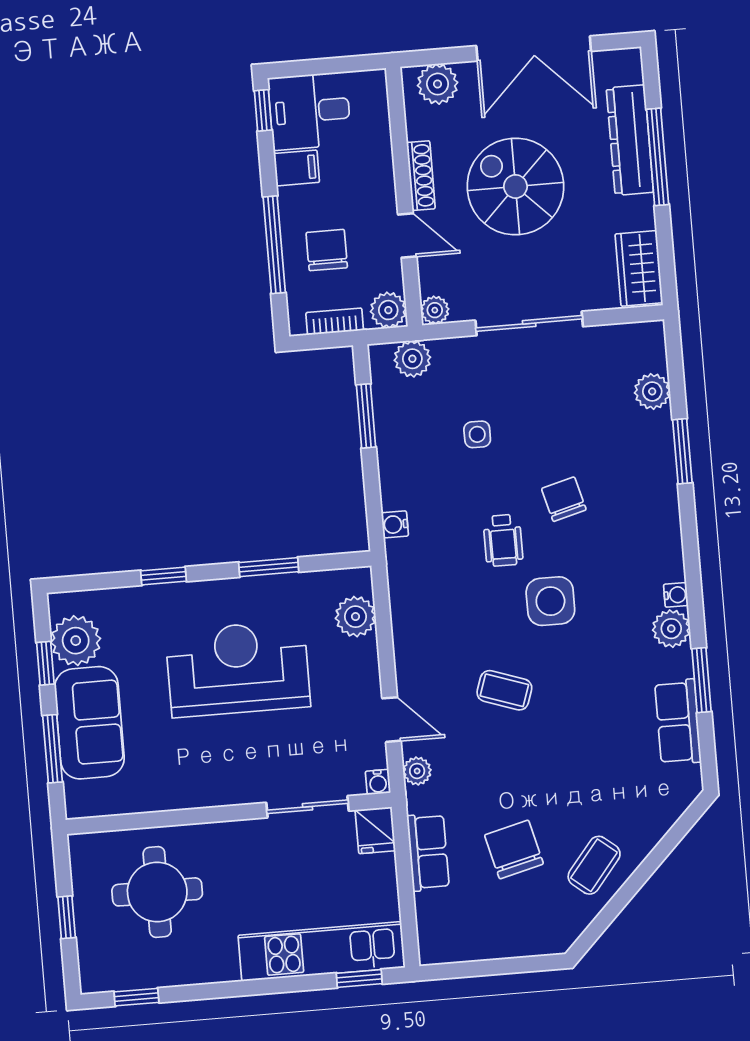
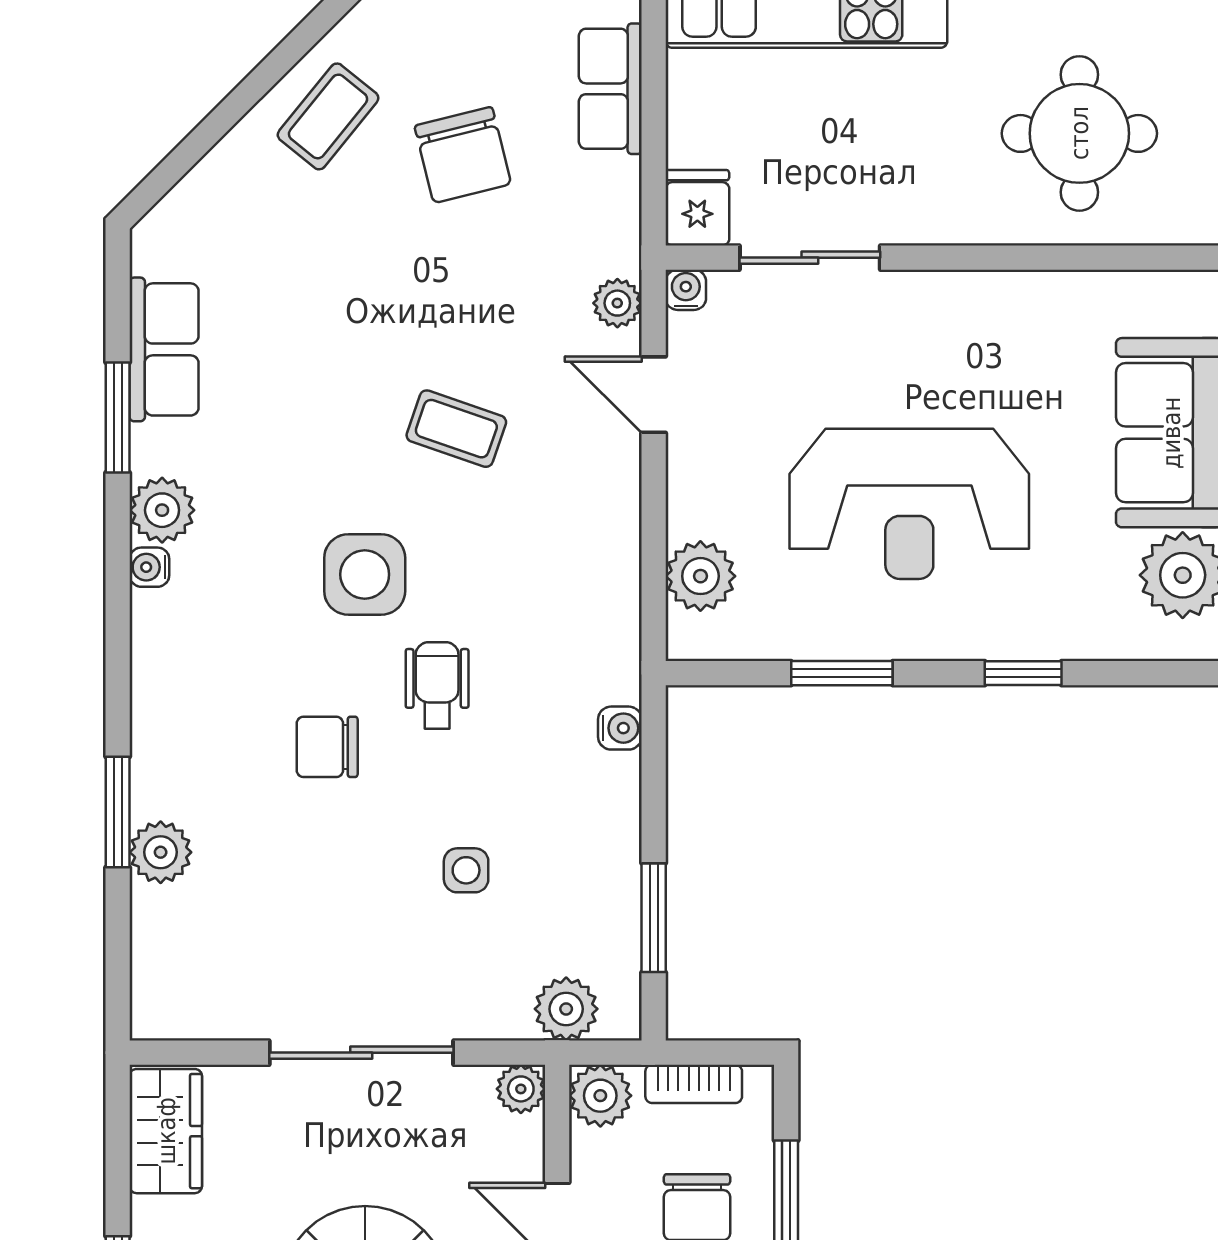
plant: (652, 391) -> (161, 852), moved
chair: (564, 499) -> (327, 747), turned 105
row of seats: (428, 852) -> (610, 89), moved

